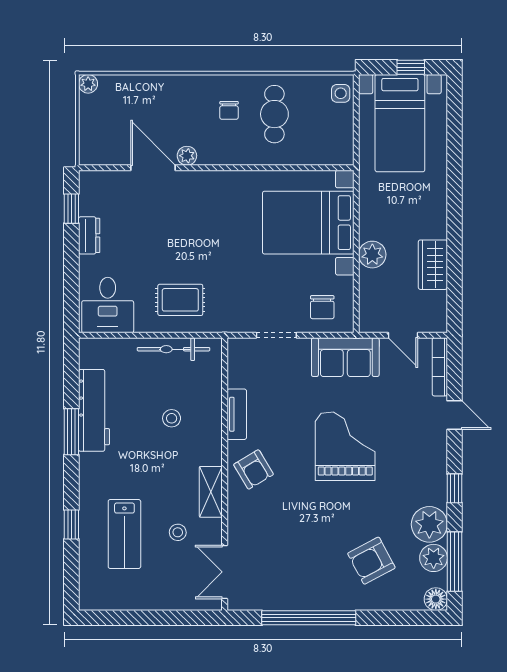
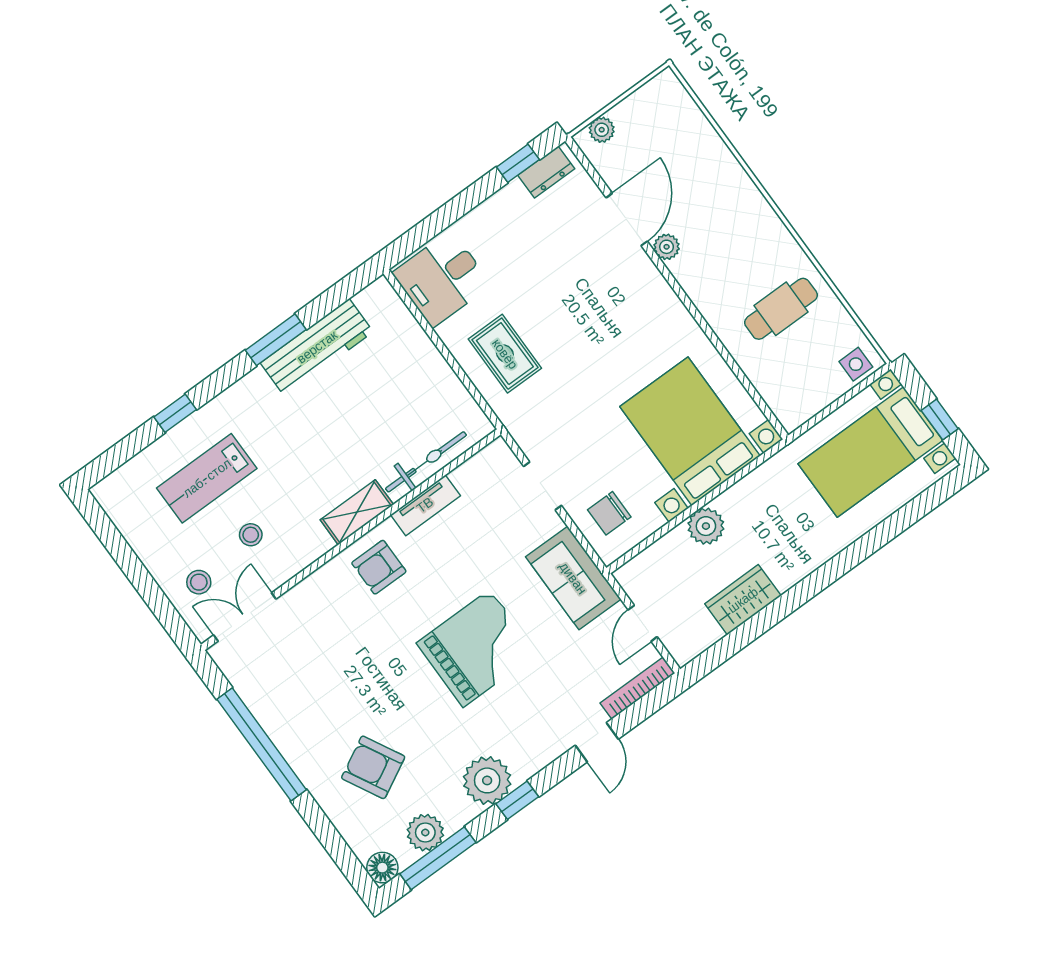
plant: (88, 84) -> (602, 130), moved
chair: (229, 110) -> (749, 257), removed
dresser: (89, 235) -> (546, 172), moved
bicycle: (173, 349) -> (426, 462), moved, turned 90
stool: (172, 418) -> (199, 582), moved
armchair: (253, 469) -> (379, 567), turned 31
shelving: (211, 492) -> (357, 512), moved
plant: (429, 524) -> (487, 780), moved

